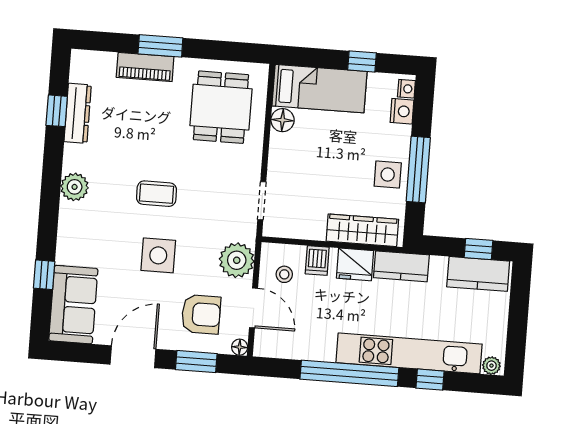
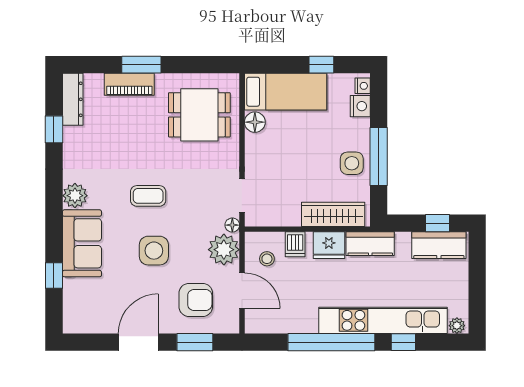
dining table: (221, 107) -> (199, 115), turned 90
dresser: (78, 113) -> (73, 99), moved
sofa: (73, 305) -> (82, 243), moved
floor lamp: (240, 347) -> (232, 225), moved

